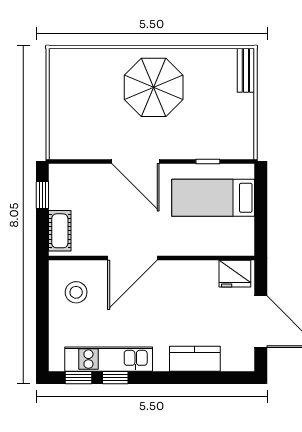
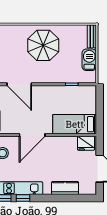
barbecue: (241, 115) -> (89, 60), added
door: (136, 161) -> (19, 84), moved
bed: (213, 198) -> (75, 124), moved

